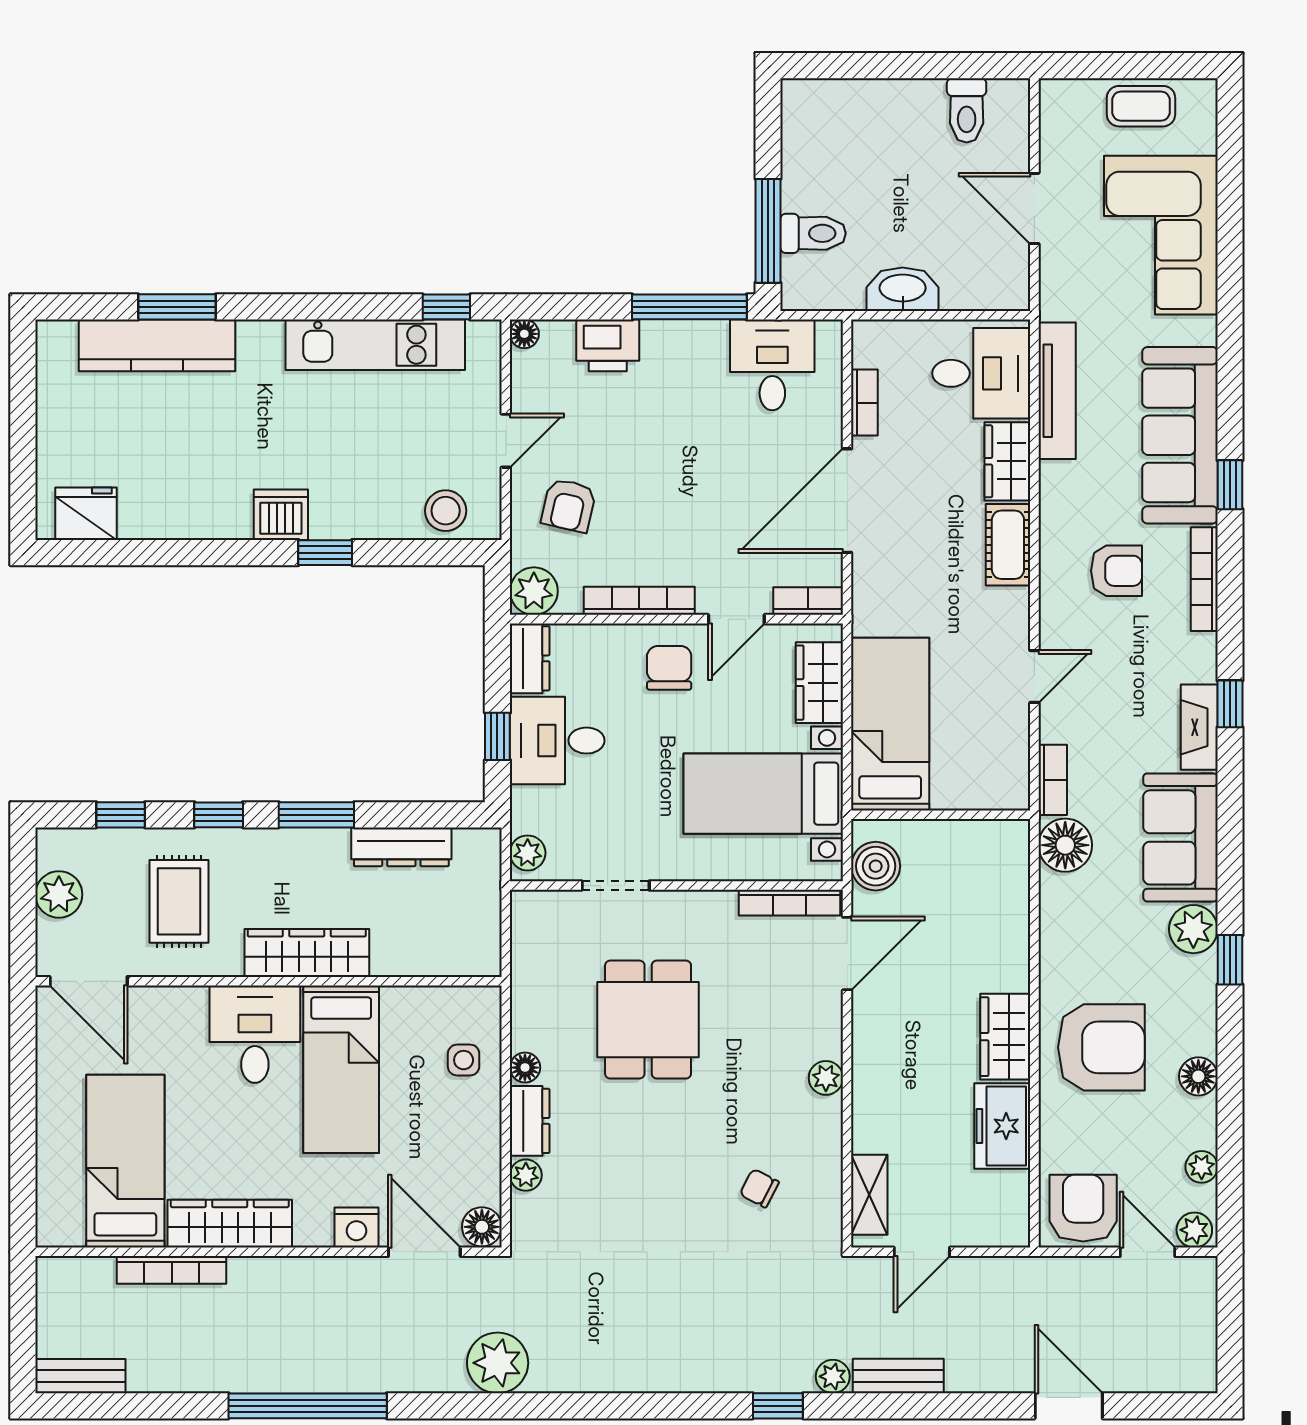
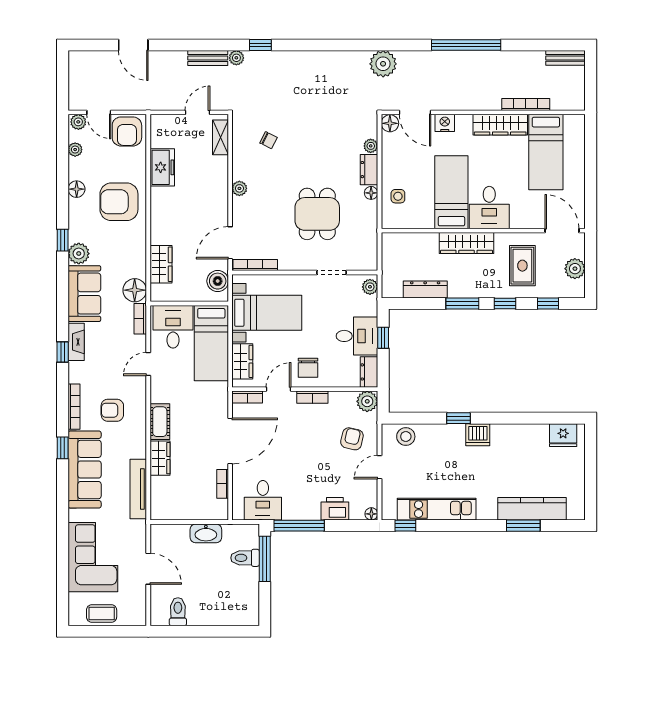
desk: (981, 373) -> (173, 327), moved, turned 90
bookcase: (639, 601) -> (312, 397), width x0.64
wardrobe: (1005, 1037) -> (161, 264), moved

